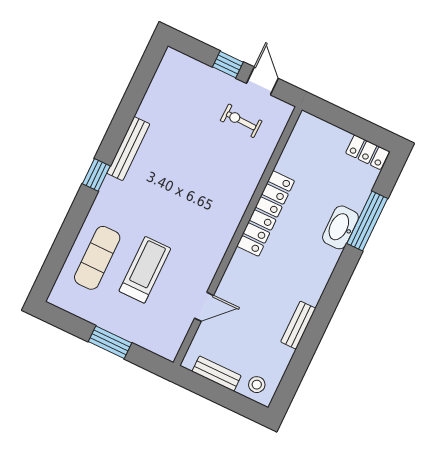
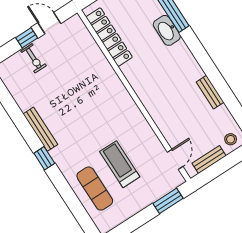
exercise bike: (241, 121) -> (34, 58), moved, turned -92
locker: (266, 213) -> (109, 37), moved
door: (204, 307) -> (175, 159), moved
window: (110, 342) -> (168, 201), moved

